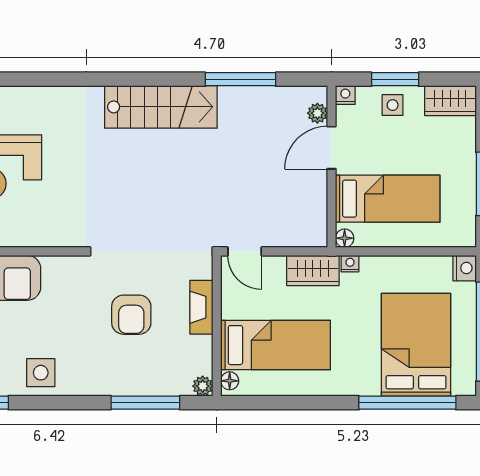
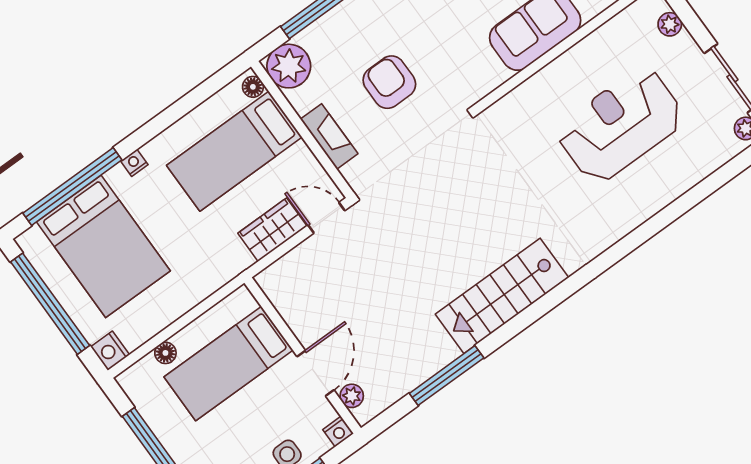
floor lamp: (345, 238) -> (165, 353), moved
nightstand: (350, 264) -> (134, 163), moved, turned 180
wardrobe: (313, 270) -> (272, 230), moved
plant: (203, 386) -> (289, 66), width x1.88, depth x1.88

